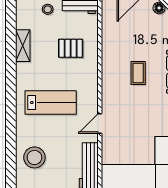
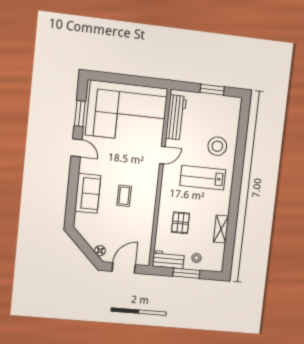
pallet: (71, 48) -> (180, 223), turned 90
stool: (34, 157) -> (217, 146), moved

